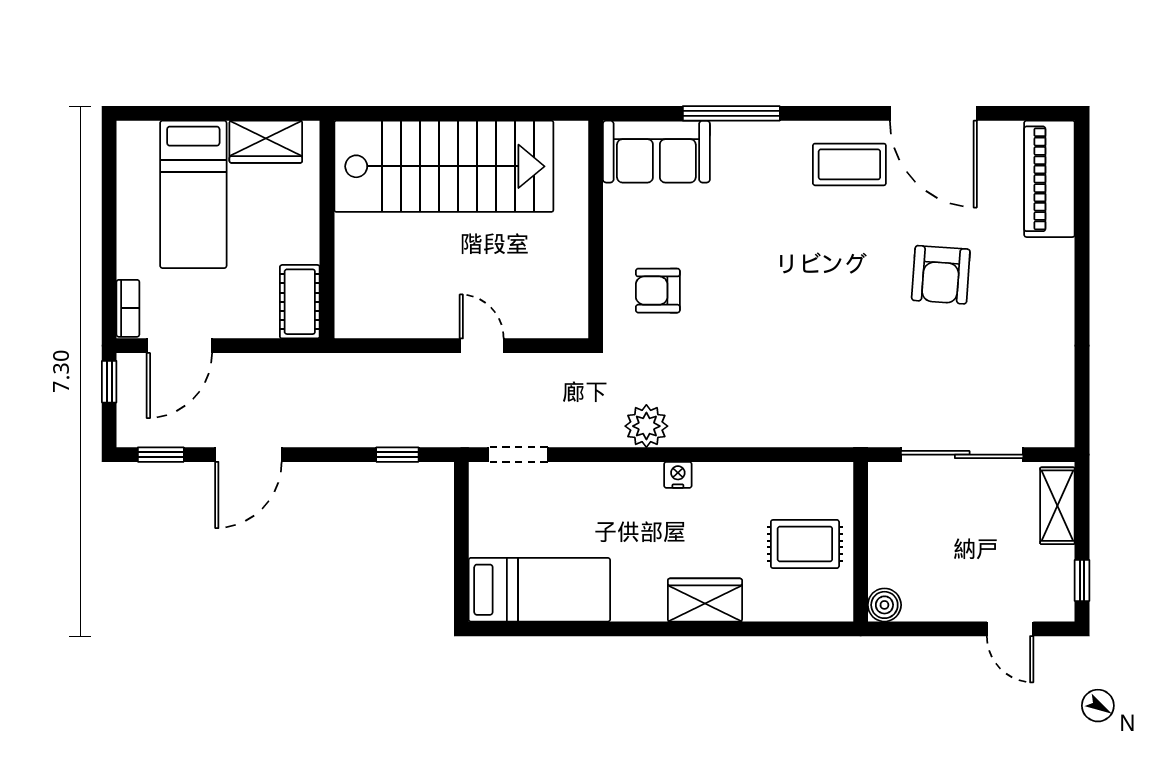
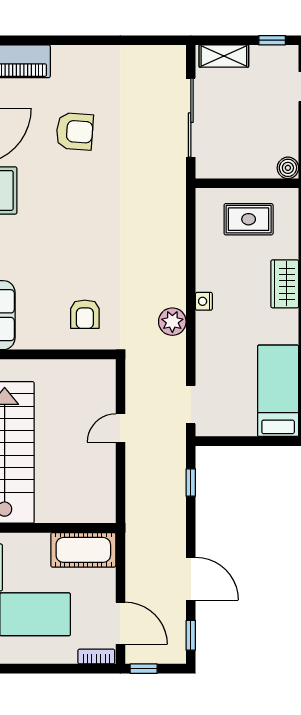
cot: (300, 302) -> (83, 550), width x1.37, depth x1.34
rug: (805, 544) -> (249, 219), turned 90

